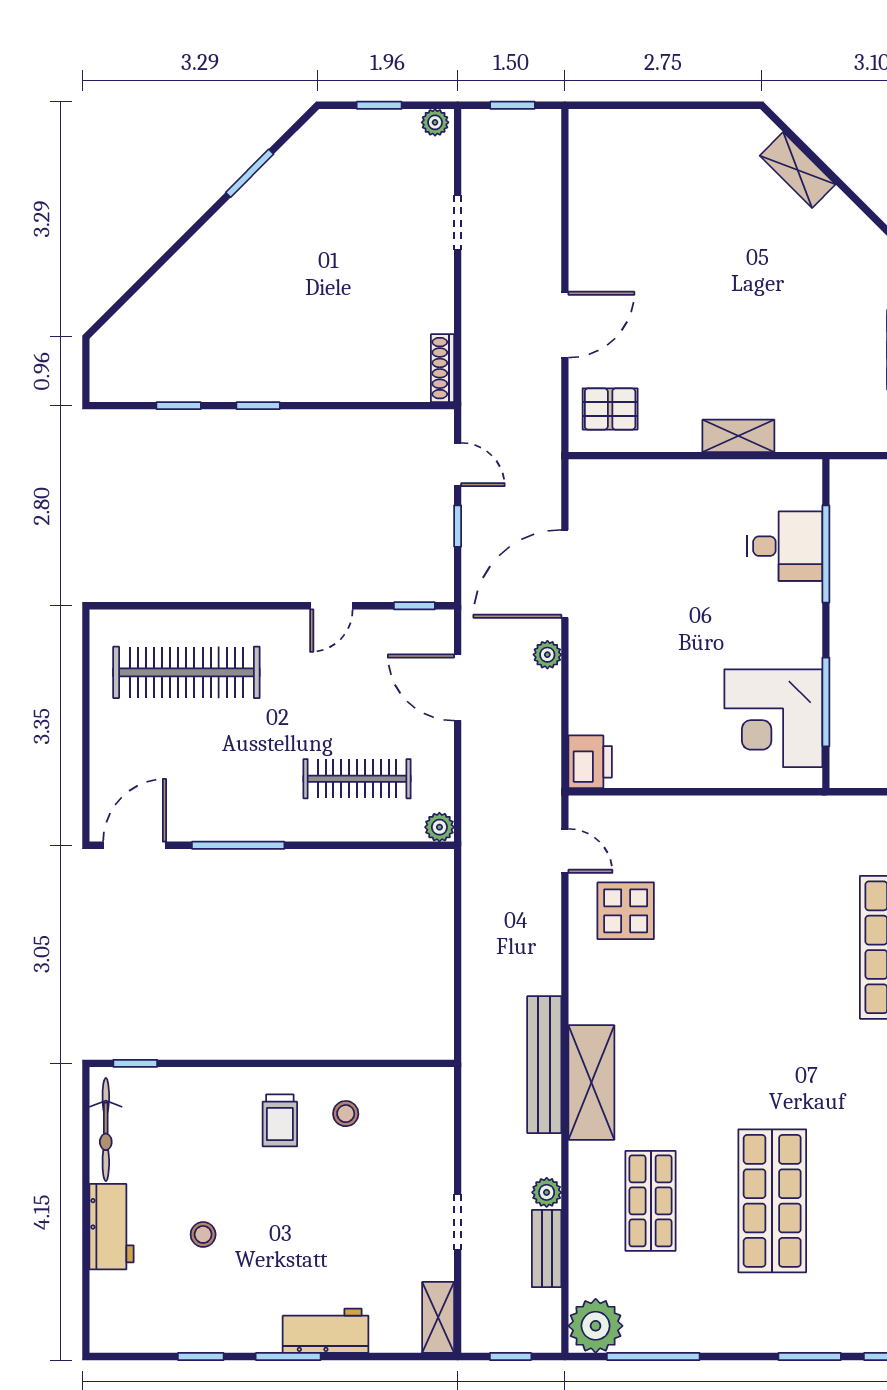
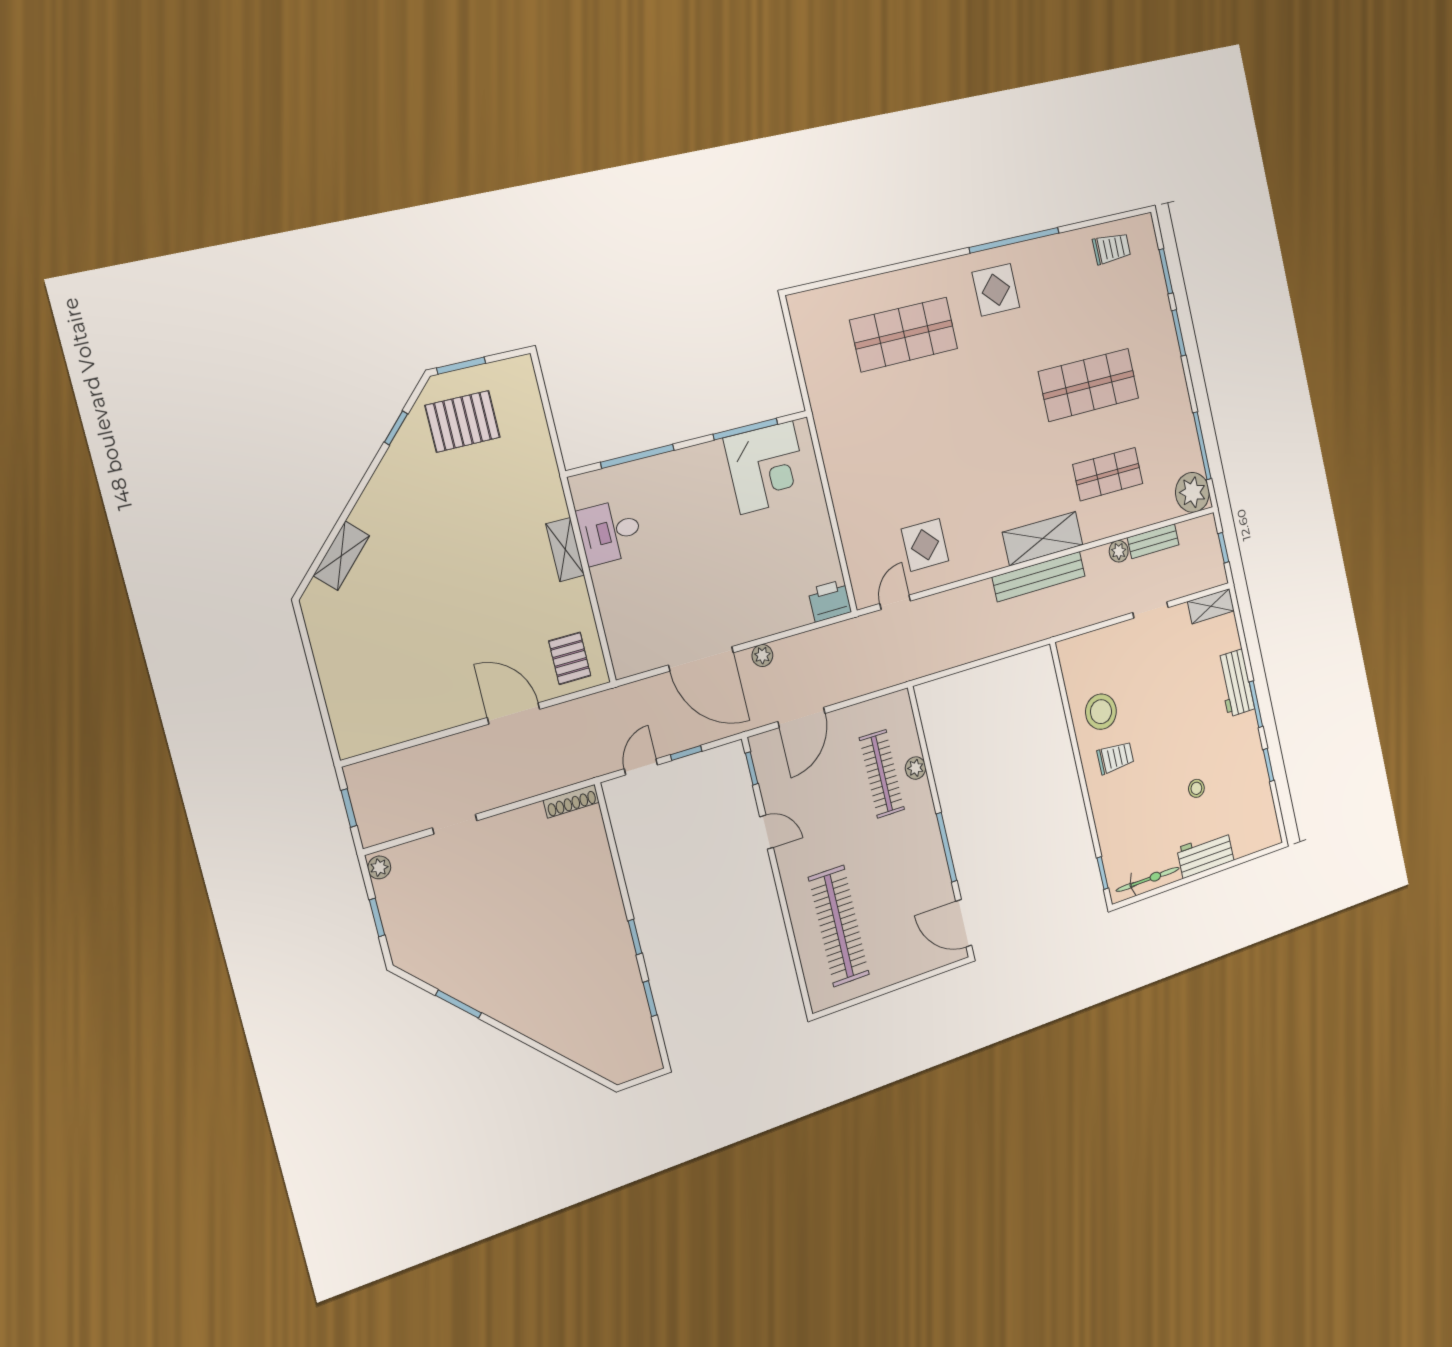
desk: (785, 546) -> (610, 532), moved, turned -90
plant: (439, 827) -> (916, 768), moved
stool: (346, 1114) -> (1101, 712), width x1.89, depth x1.89

